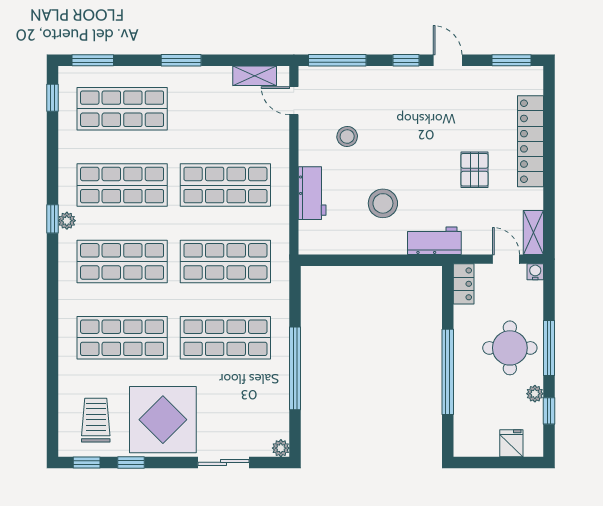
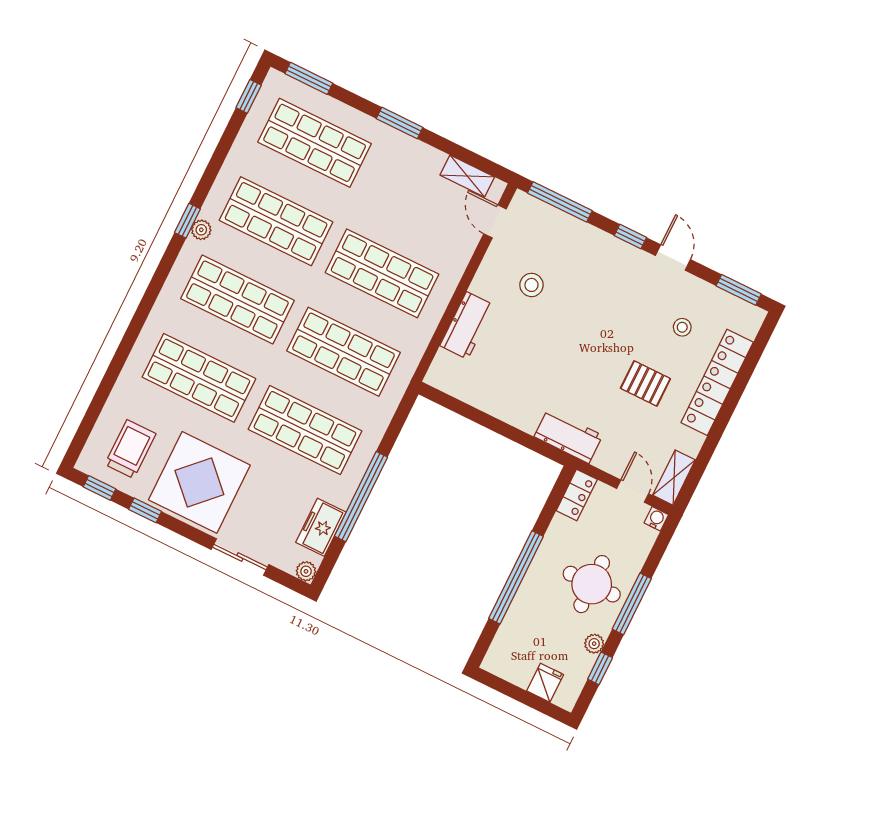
pallet: (475, 170) -> (645, 383), turned 90
stool: (383, 203) -> (682, 327), moved, width x0.53, depth x0.53
freezer: (275, 408) -> (321, 527), added

